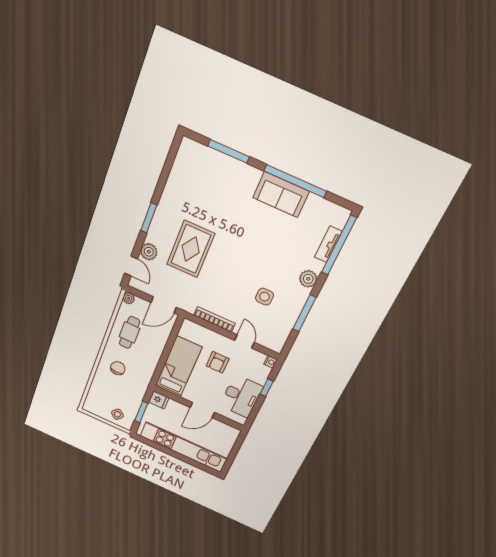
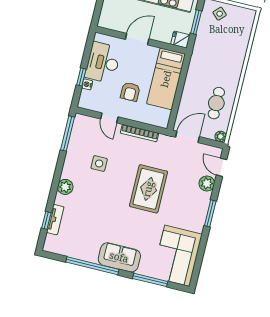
corner sofa: (192, 175) -> (177, 256), added
sofa: (281, 195) -> (119, 257), moved
window: (339, 245) -> (46, 220), width x0.32
rug: (191, 249) -> (148, 189), moved
window: (304, 313) -> (68, 134), moved
armchair: (218, 362) -> (130, 92), turned 180
nightstand: (271, 362) -> (87, 84), moved
chair: (118, 368) -> (224, 64), removed

